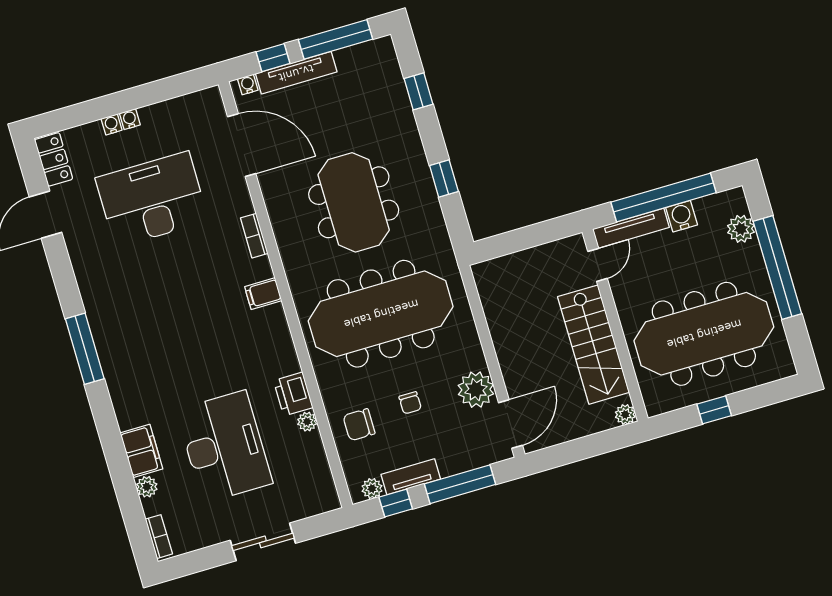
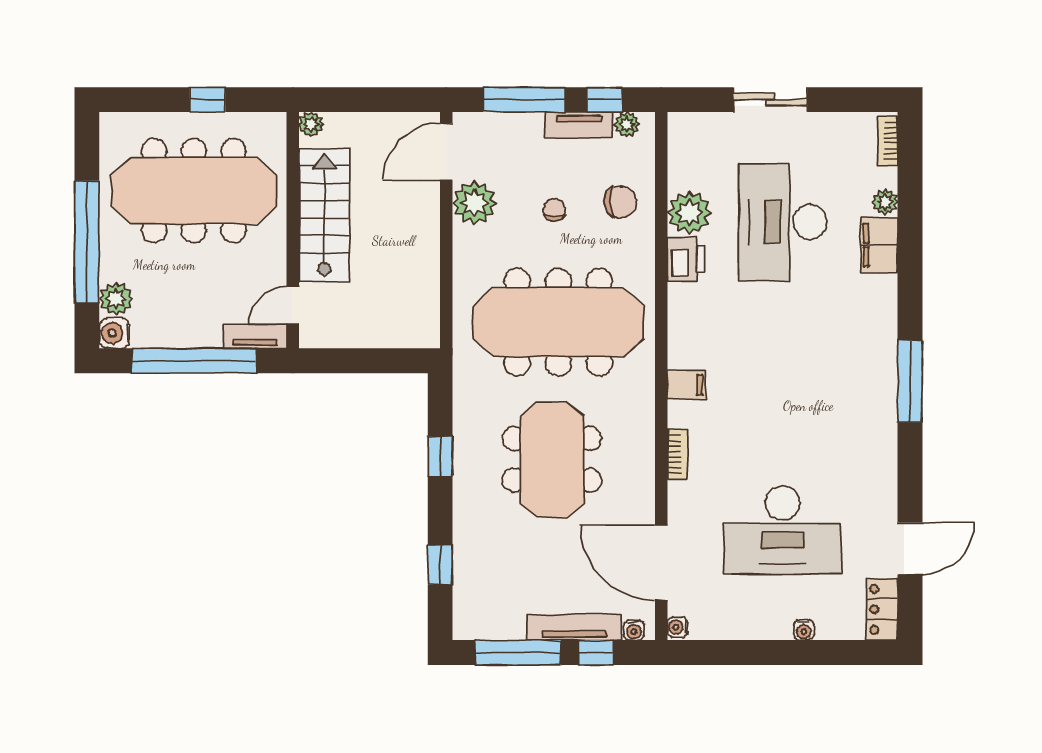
water cooler: (130, 119) -> (678, 627), moved, turned 90
water cooler: (682, 216) -> (115, 333), moved, turned 90
tv unit: (631, 228) -> (255, 336), width x0.71
plant: (307, 422) -> (689, 213), width x1.88, depth x1.88

